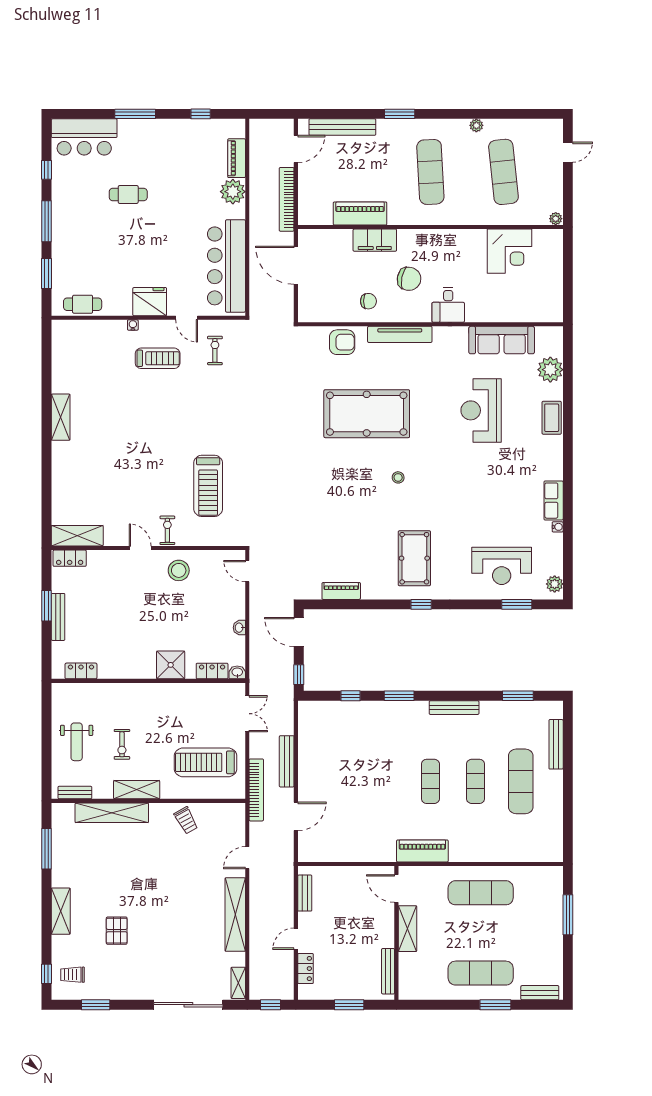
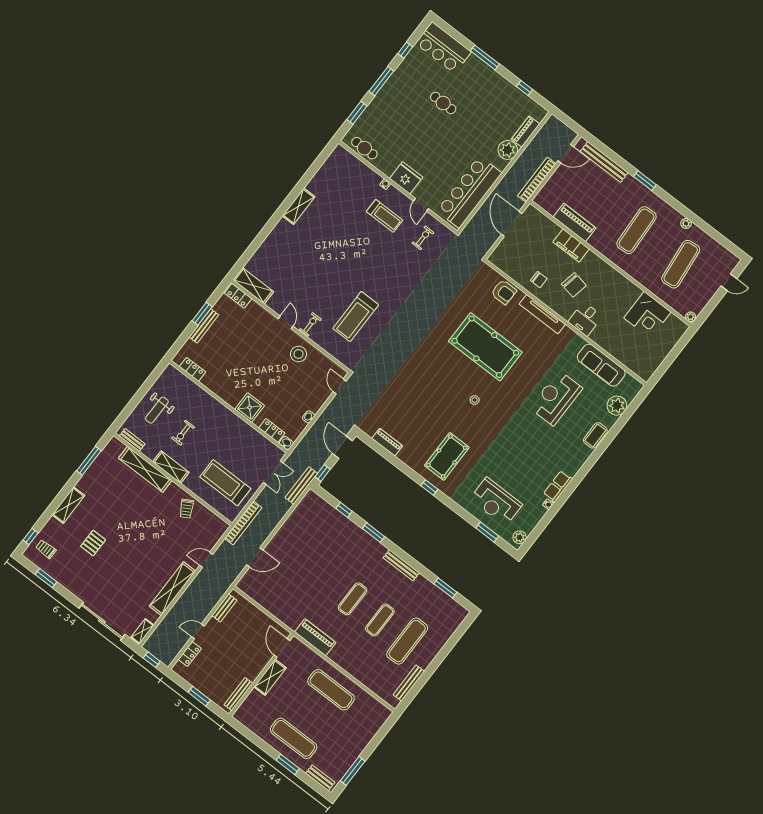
bench: (556, 744) -> (409, 683), moved
bench: (287, 761) -> (301, 486), moved
window: (568, 915) -> (353, 771), moved

